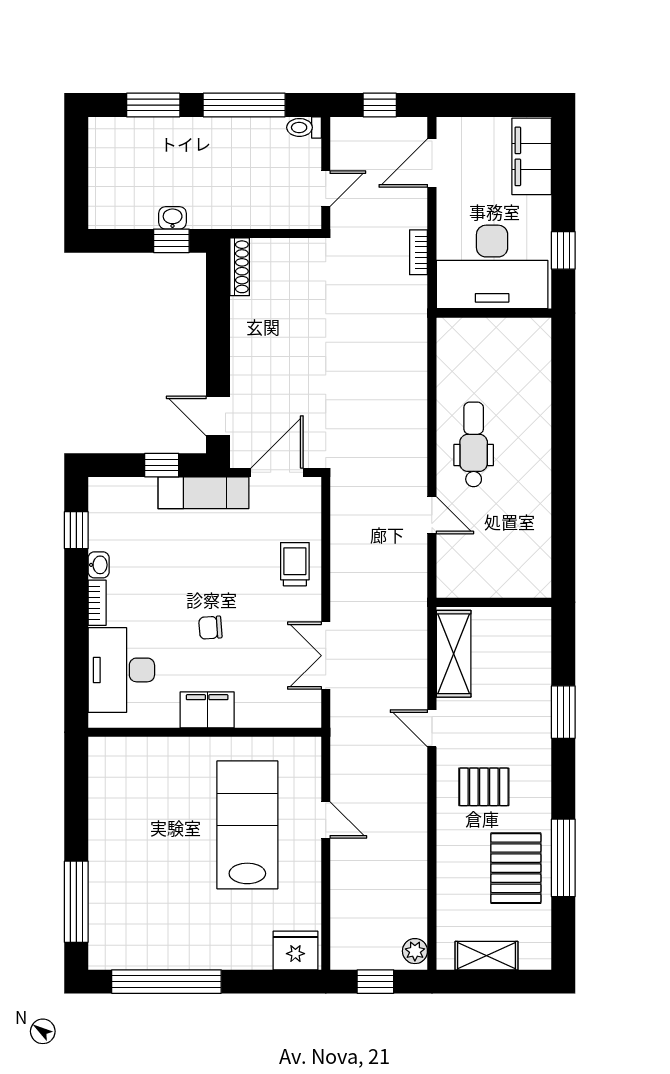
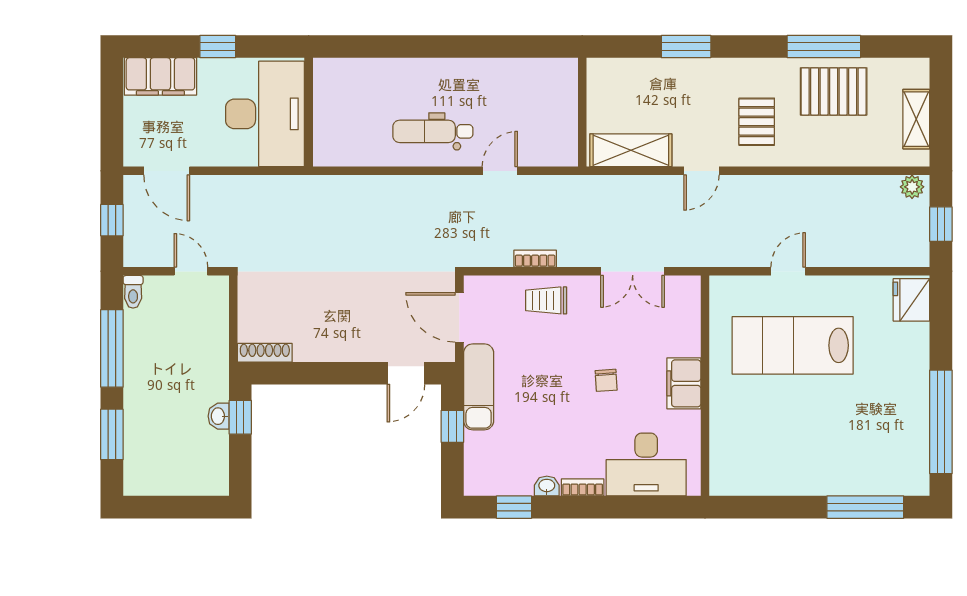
window: (563, 250) -> (218, 47), moved
bookcase: (419, 252) -> (535, 259), moved, turned 180

